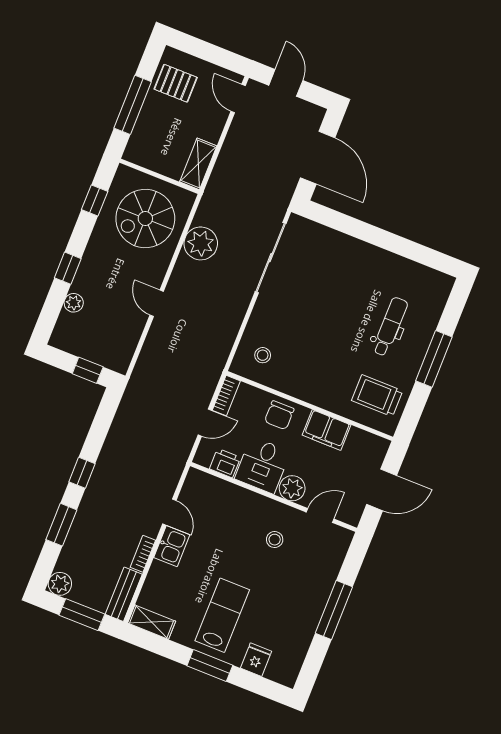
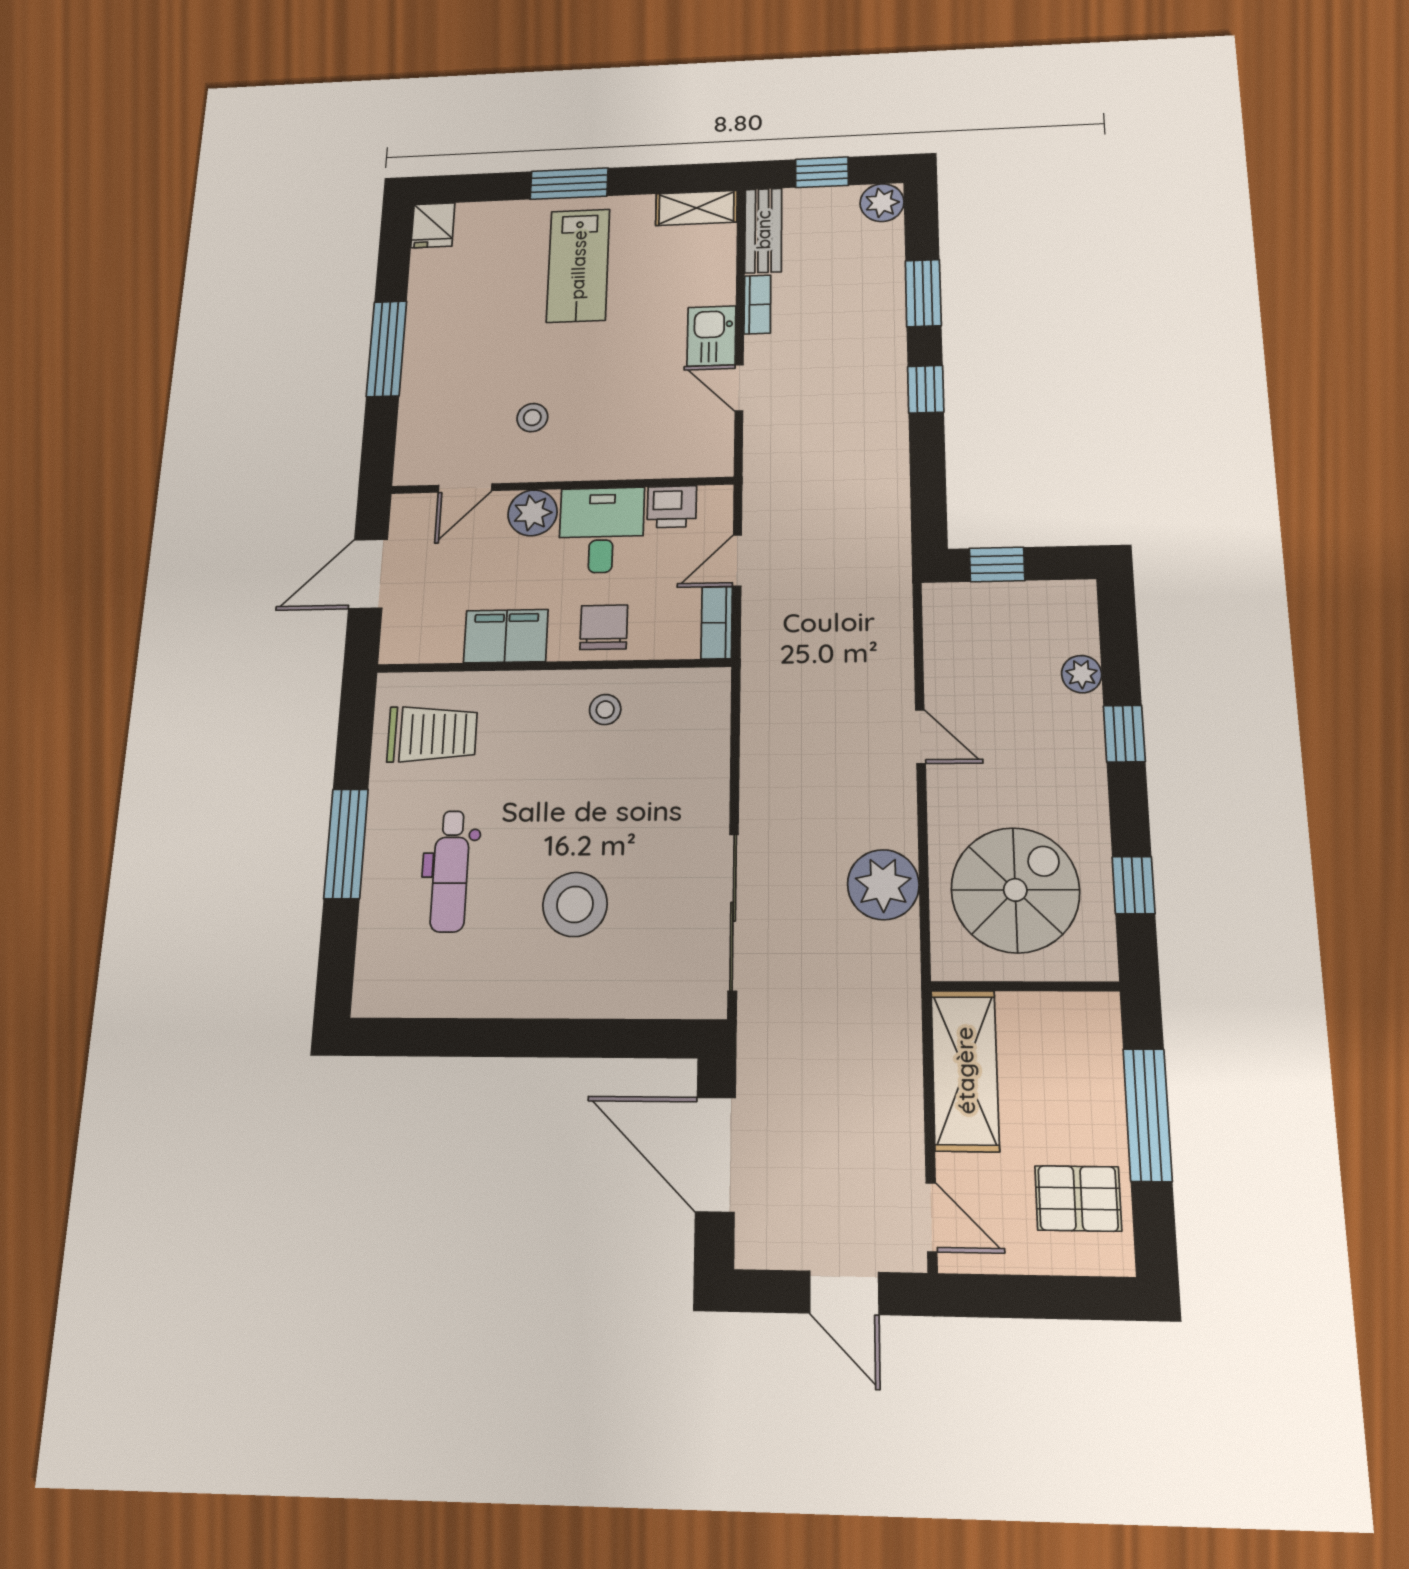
shelving: (198, 164) -> (965, 1070), width x1.50, depth x1.33
stool: (339, 289) -> (575, 904), added
stool: (263, 355) -> (605, 710), moved
window: (82, 615) -> (822, 172), width x0.67
fridge: (256, 660) -> (433, 225), moved

